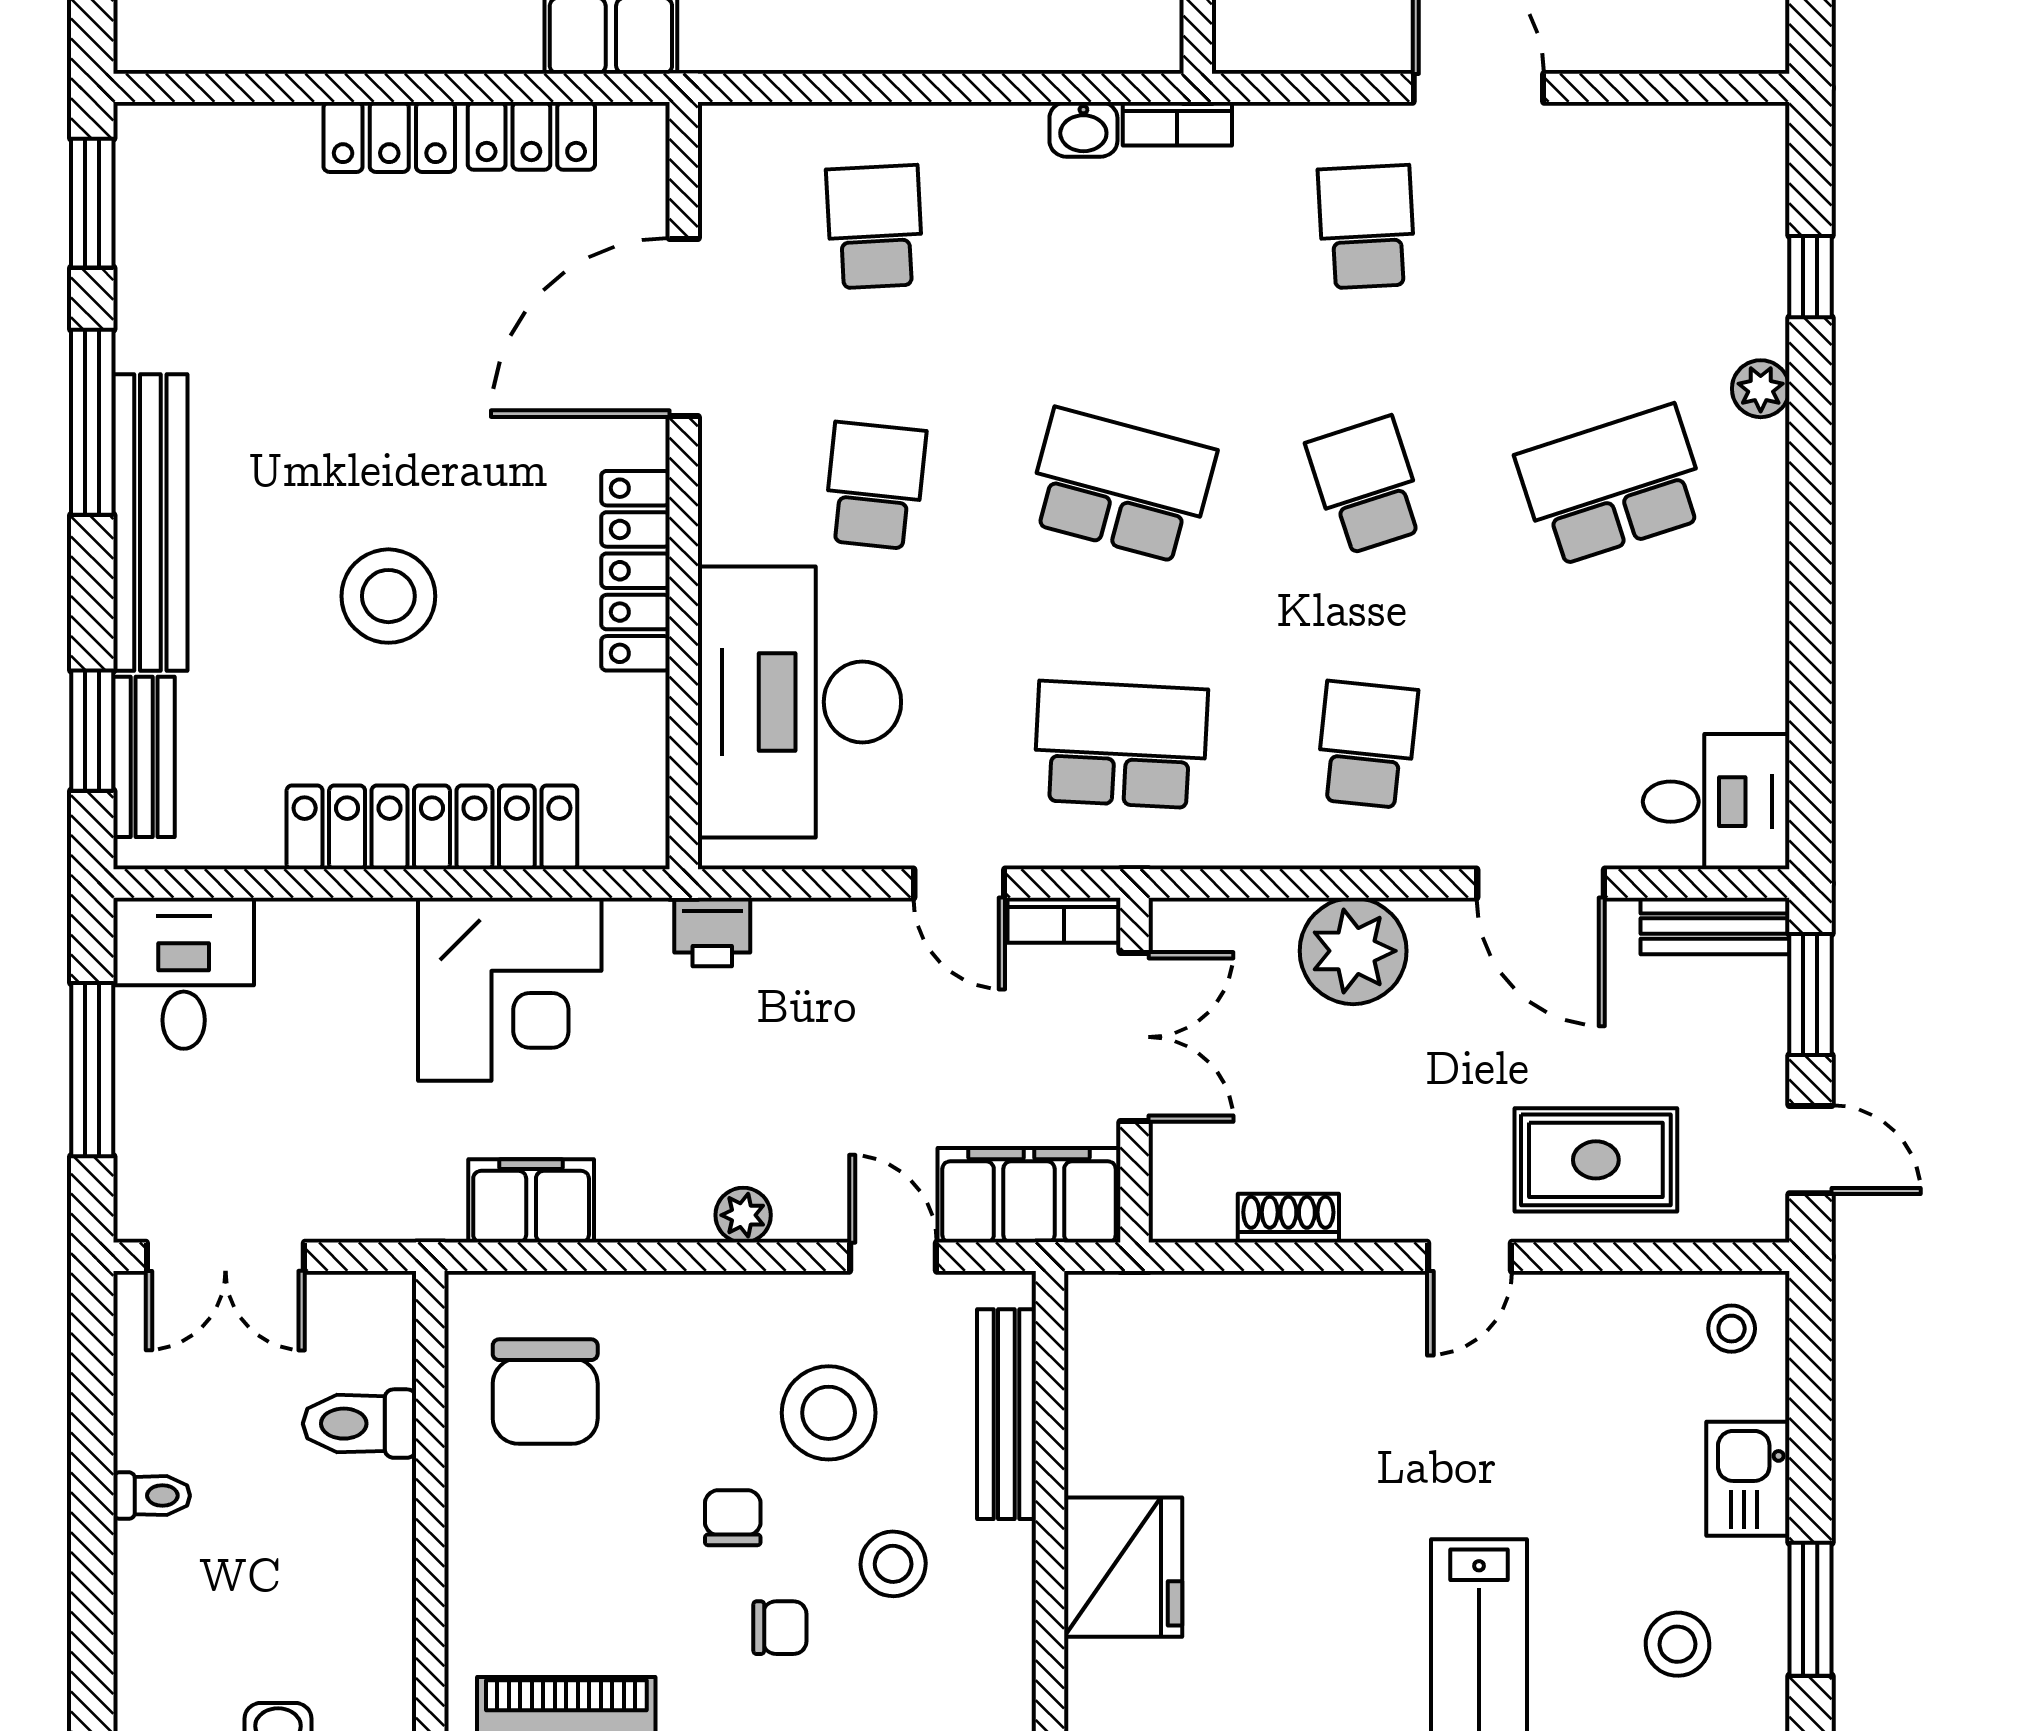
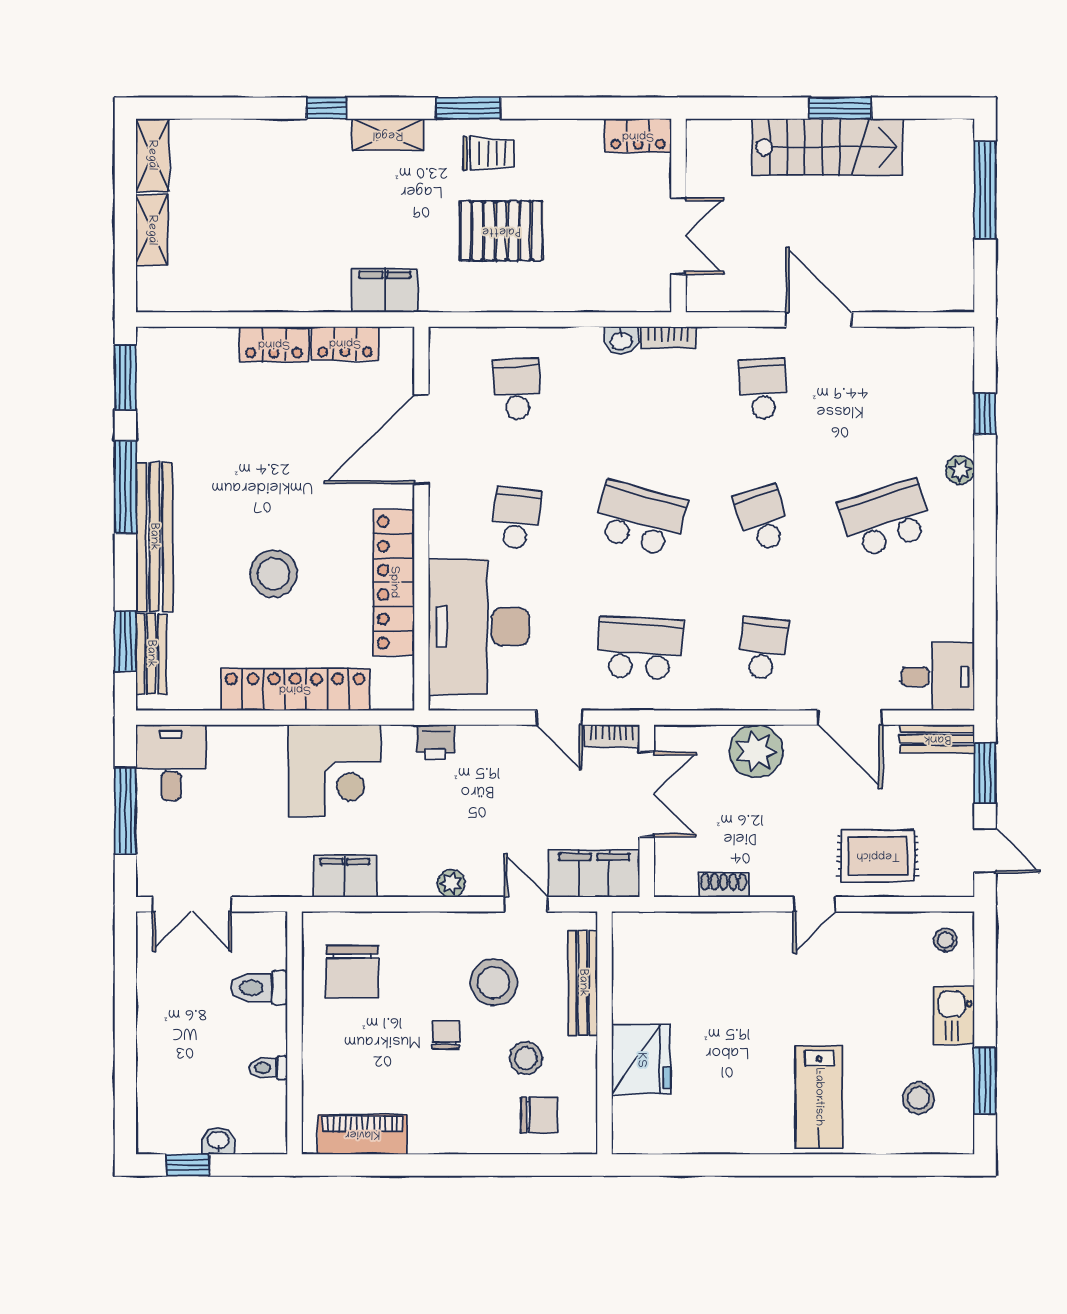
locker: (636, 571) -> (394, 582), width x1.41, depth x1.21
toilet: (152, 1496) -> (268, 1068), moved, turned 180
chair: (780, 1628) -> (539, 1115), moved, width x1.37, depth x1.37

